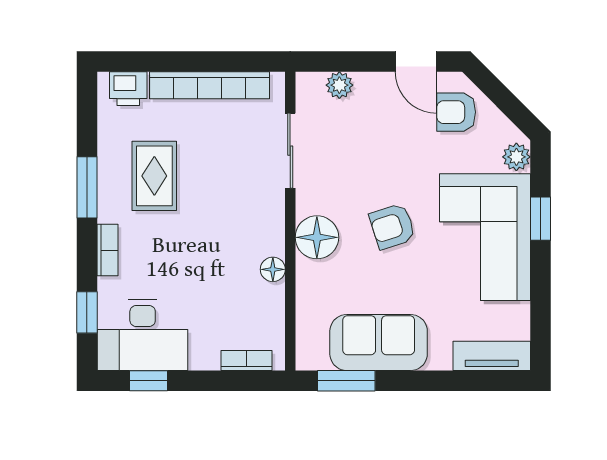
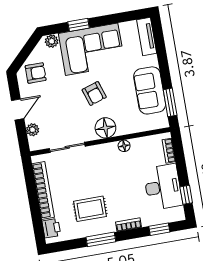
door: (416, 62) -> (18, 109), moved
armchair: (456, 112) -> (36, 73), turned -90
desk: (143, 335) -> (163, 187), moved

